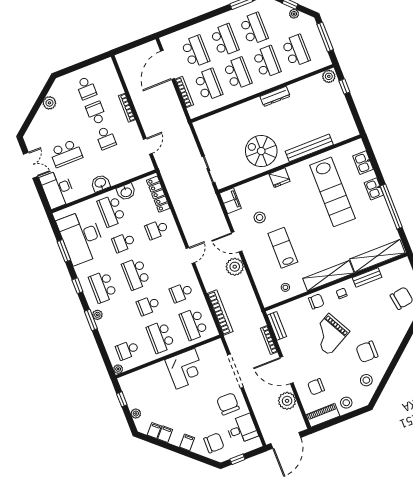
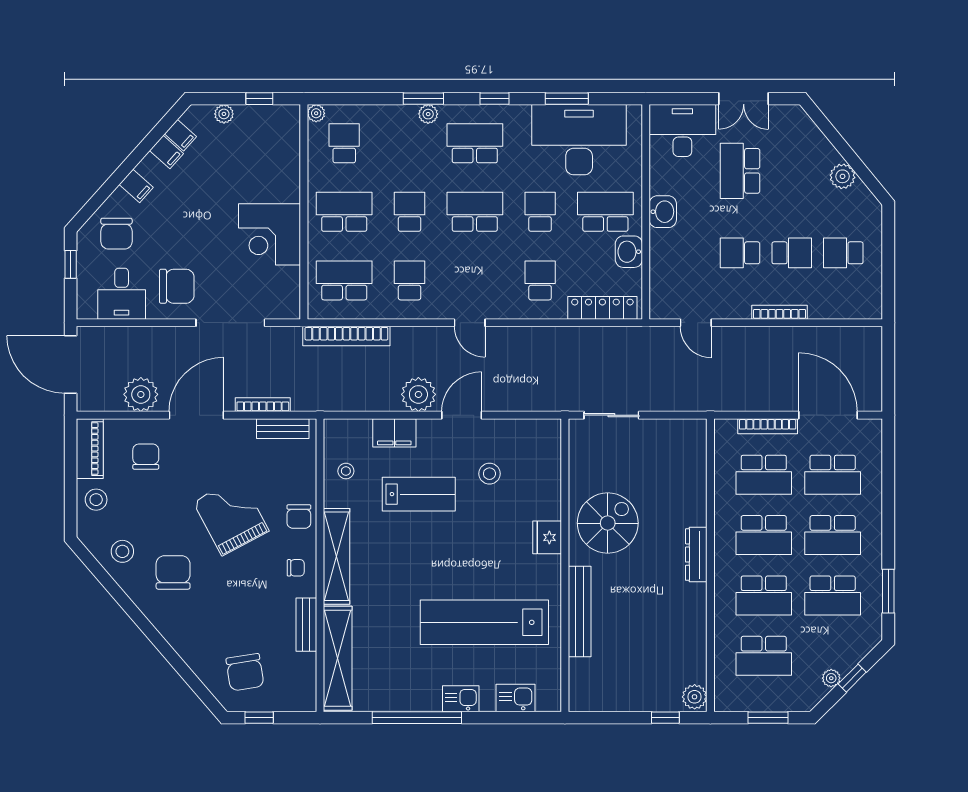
window: (325, 37) -> (768, 718), width x0.69
dresser: (275, 96) -> (696, 555), moved
filing cabinet: (230, 201) -> (394, 433), moved

